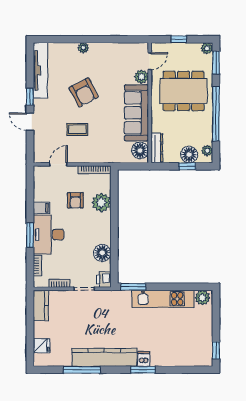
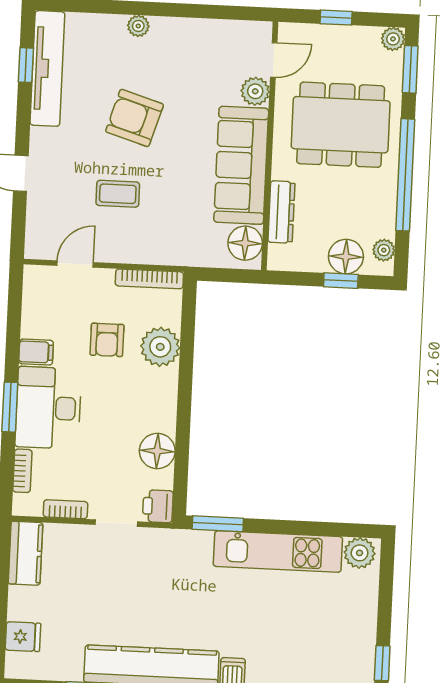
armchair: (84, 92) -> (135, 118), turned 134
window: (30, 97) -> (26, 65), moved
dresser: (157, 148) -> (281, 212), moved

